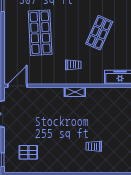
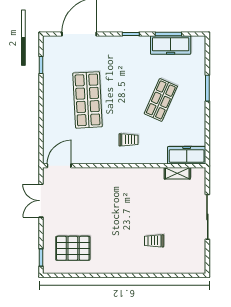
shelving: (75, 92) -> (177, 173), moved
pallet: (28, 152) -> (73, 248), width x1.50, depth x1.42

